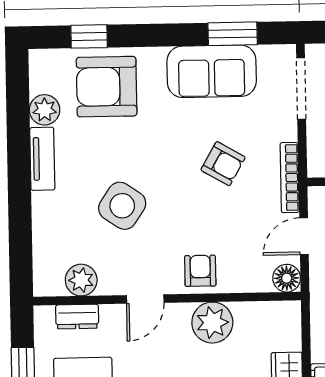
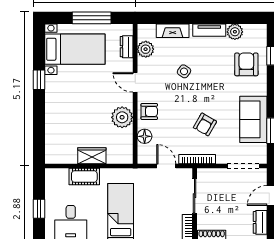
armchair: (107, 87) -> (246, 64), width x0.73, depth x0.73
side table: (122, 206) -> (184, 71), width x0.54, depth x0.54
fireplace: (45, 229) -> (173, 31), added
floor lamp: (287, 278) -> (145, 136), moved

